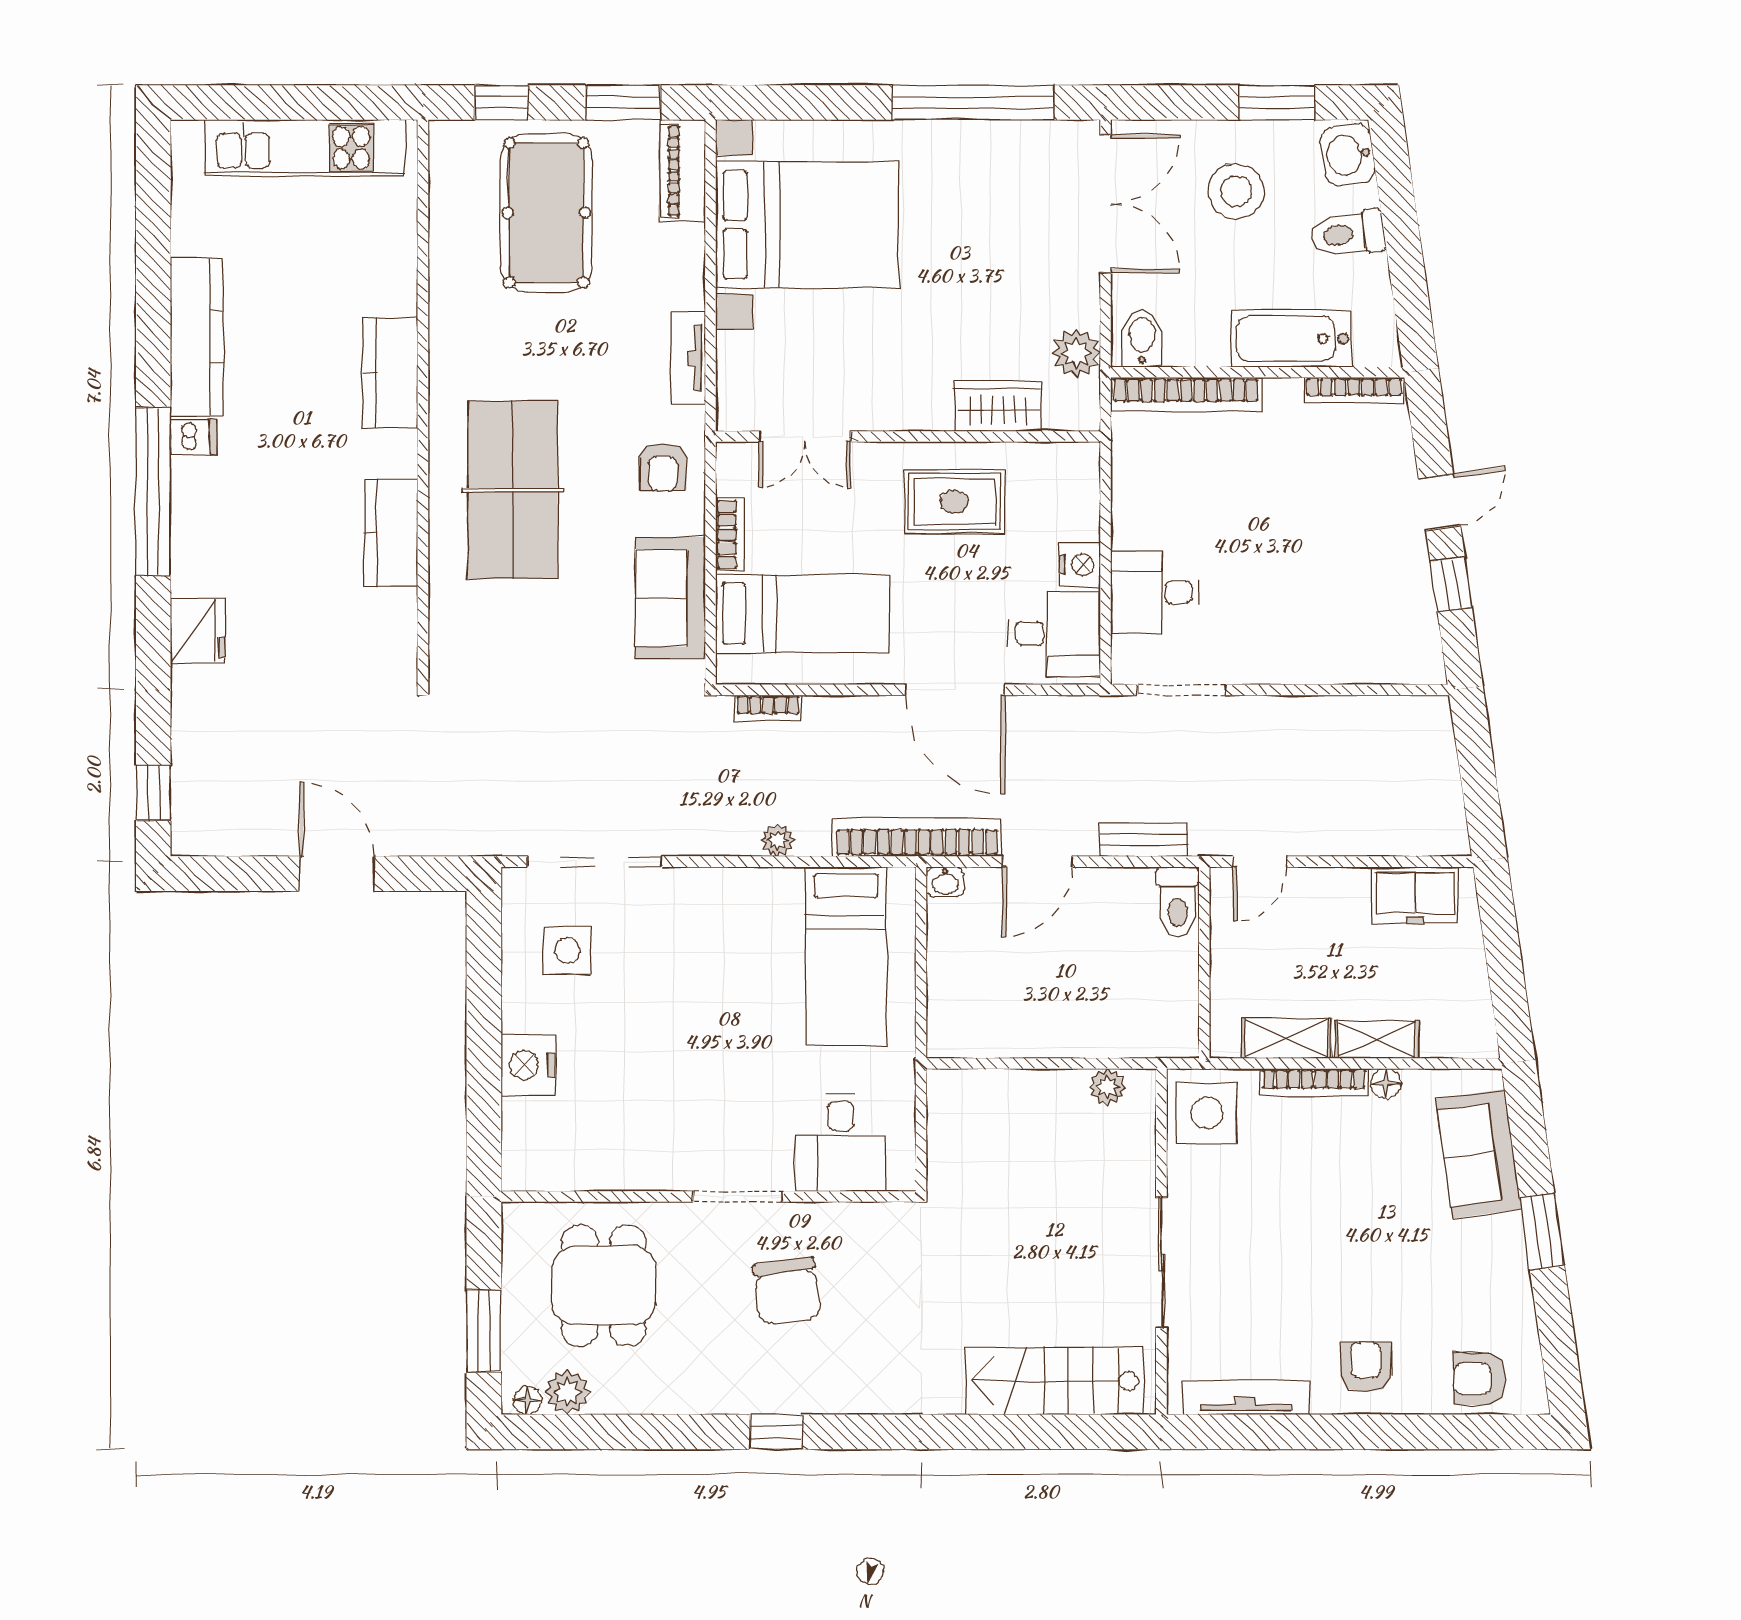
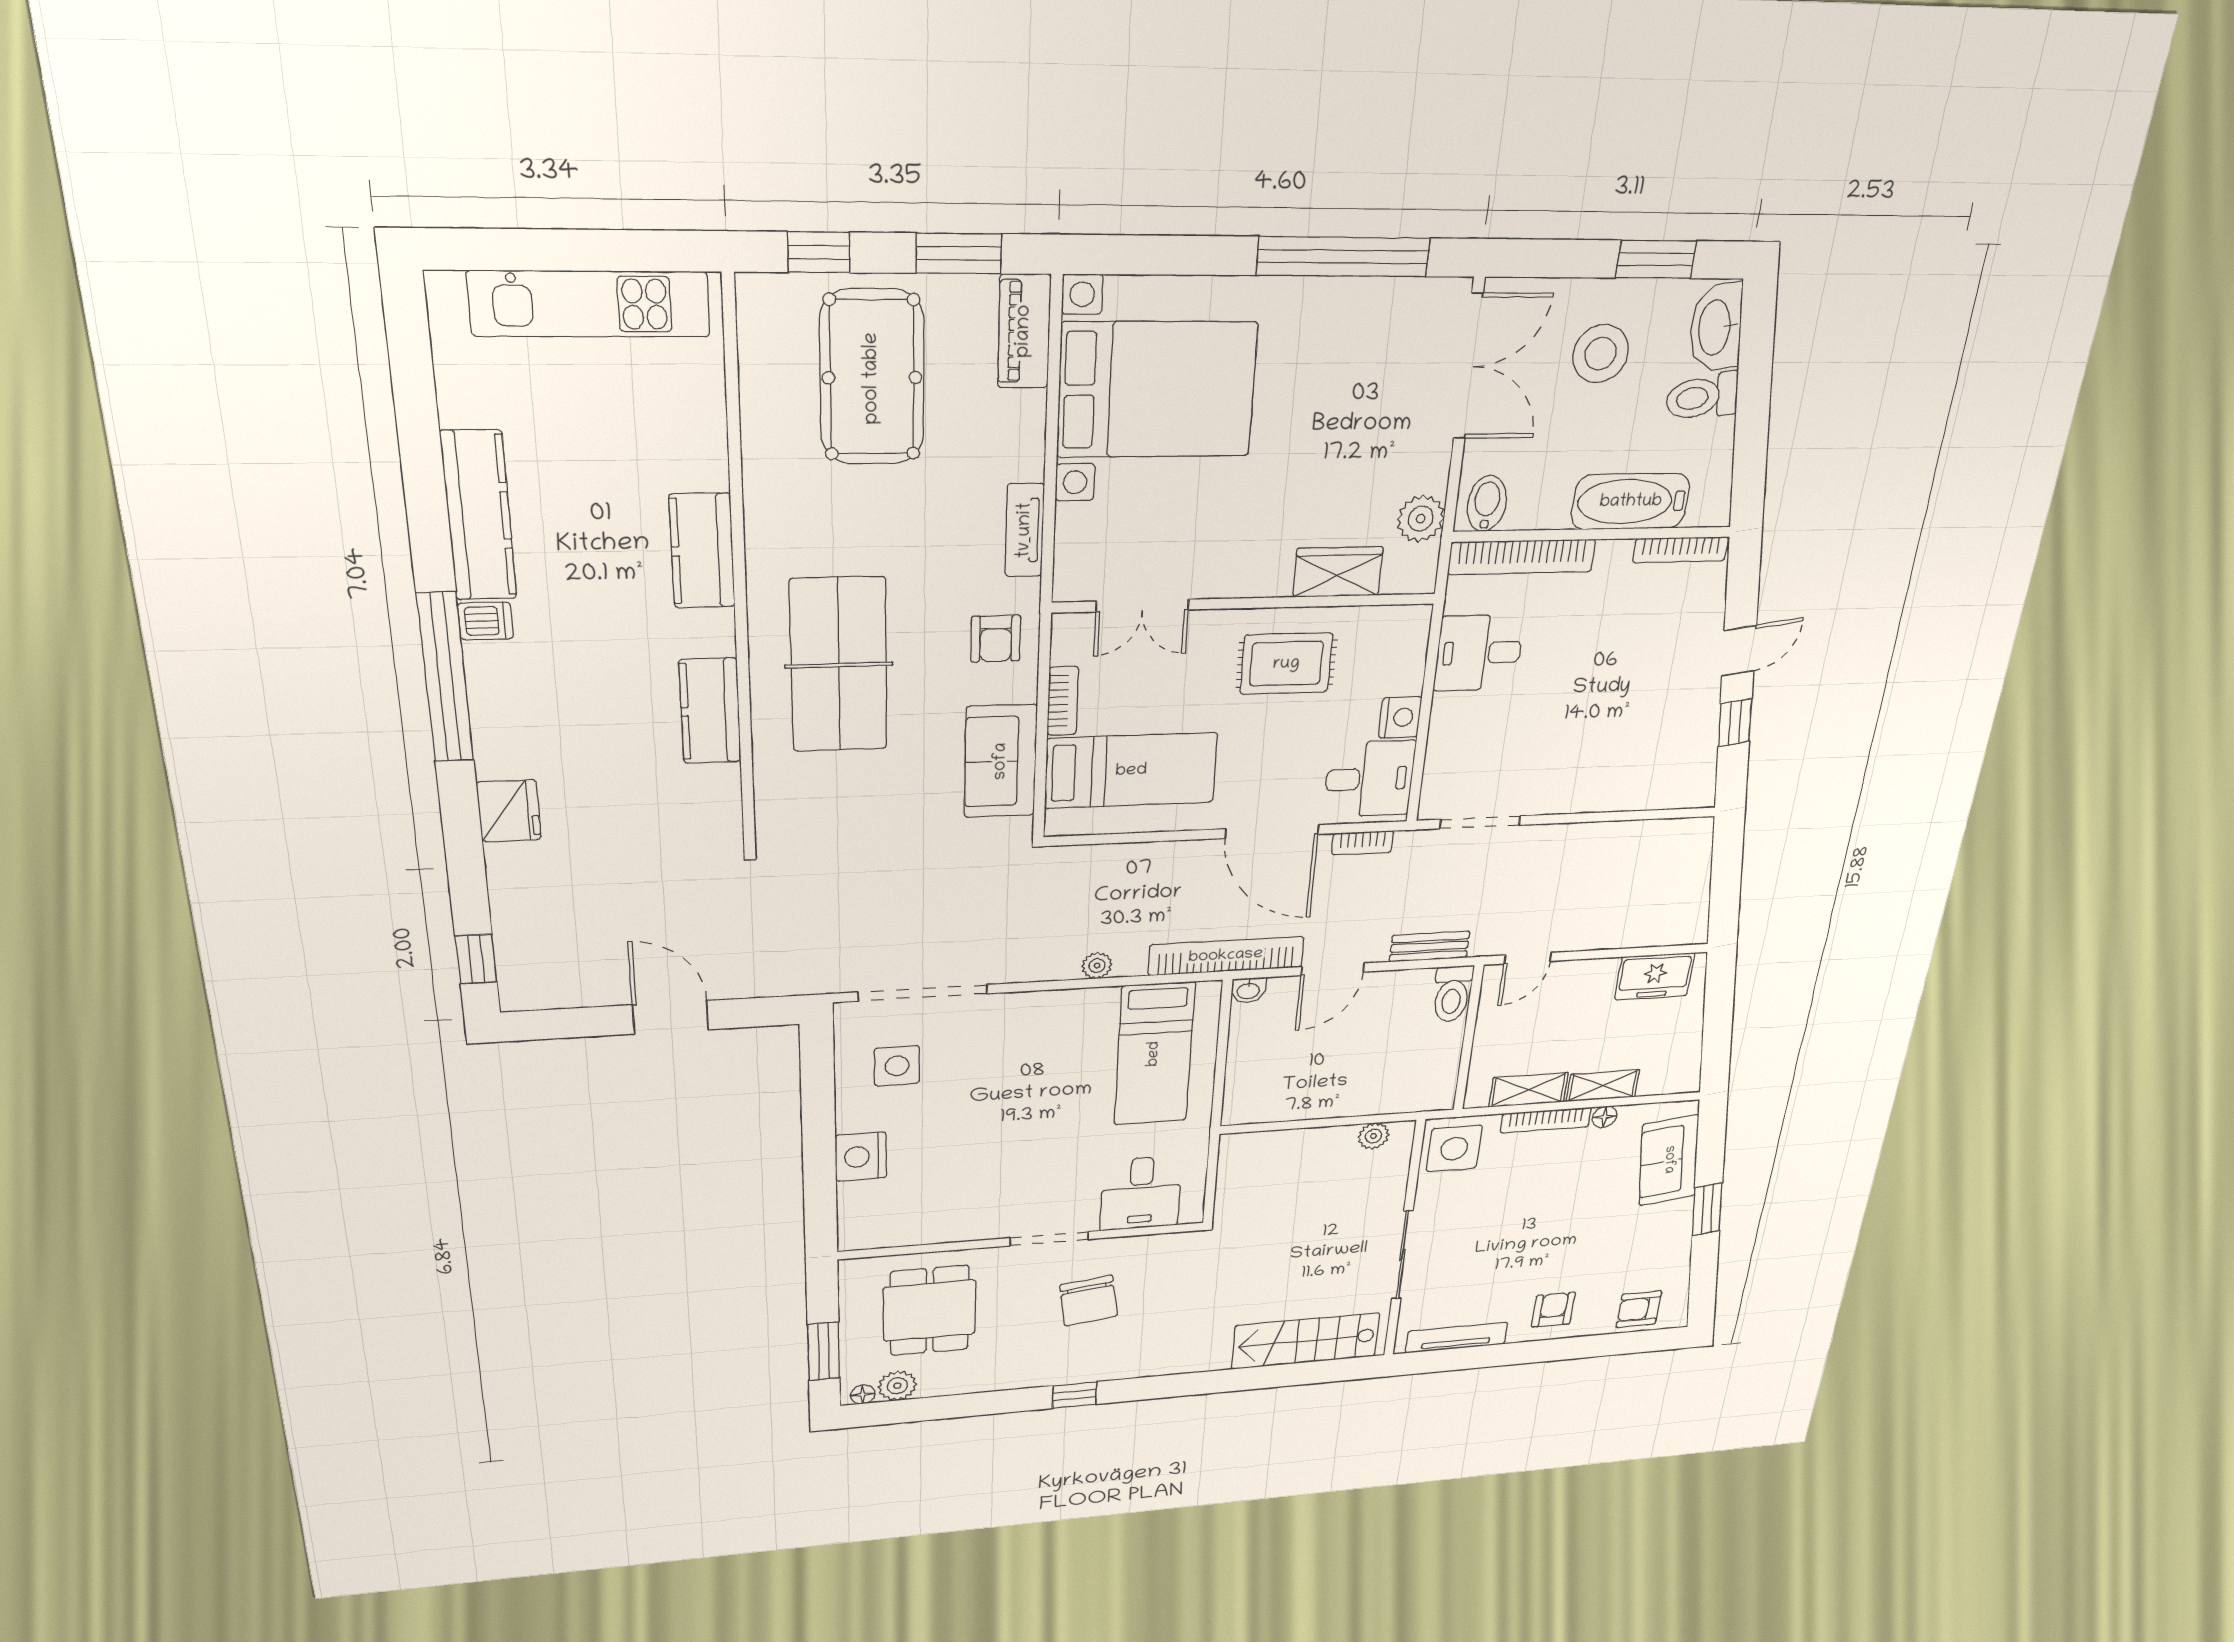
washbasin: (1348, 155) -> (1716, 327), width x1.38
desk: (1155, 592) -> (1479, 653), moved
bookcase: (768, 708) -> (1362, 843), moved

